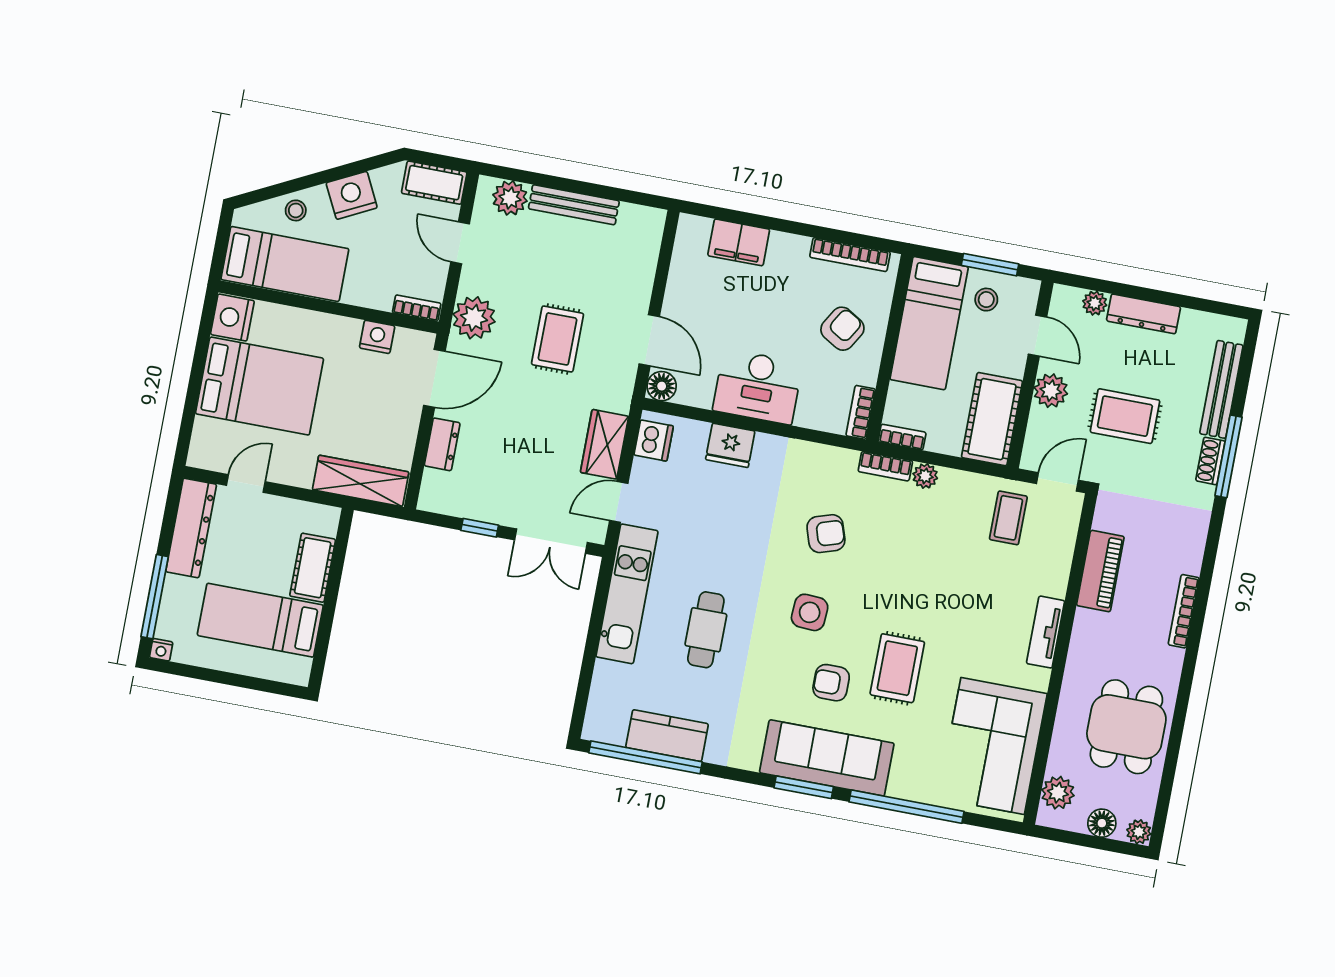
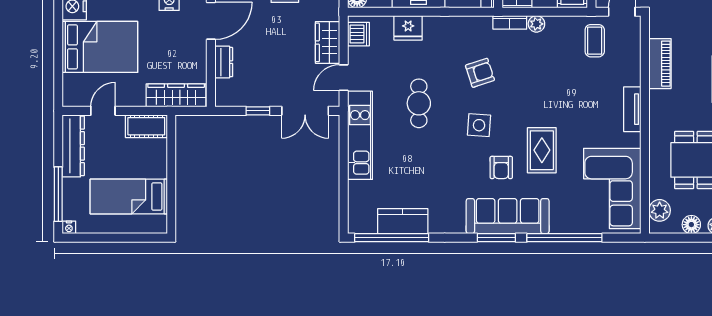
cot: (313, 568) -> (146, 126), moved, turned 90
cafe table: (706, 630) -> (419, 103), moved
armchair: (831, 683) -> (501, 167), turned -90

